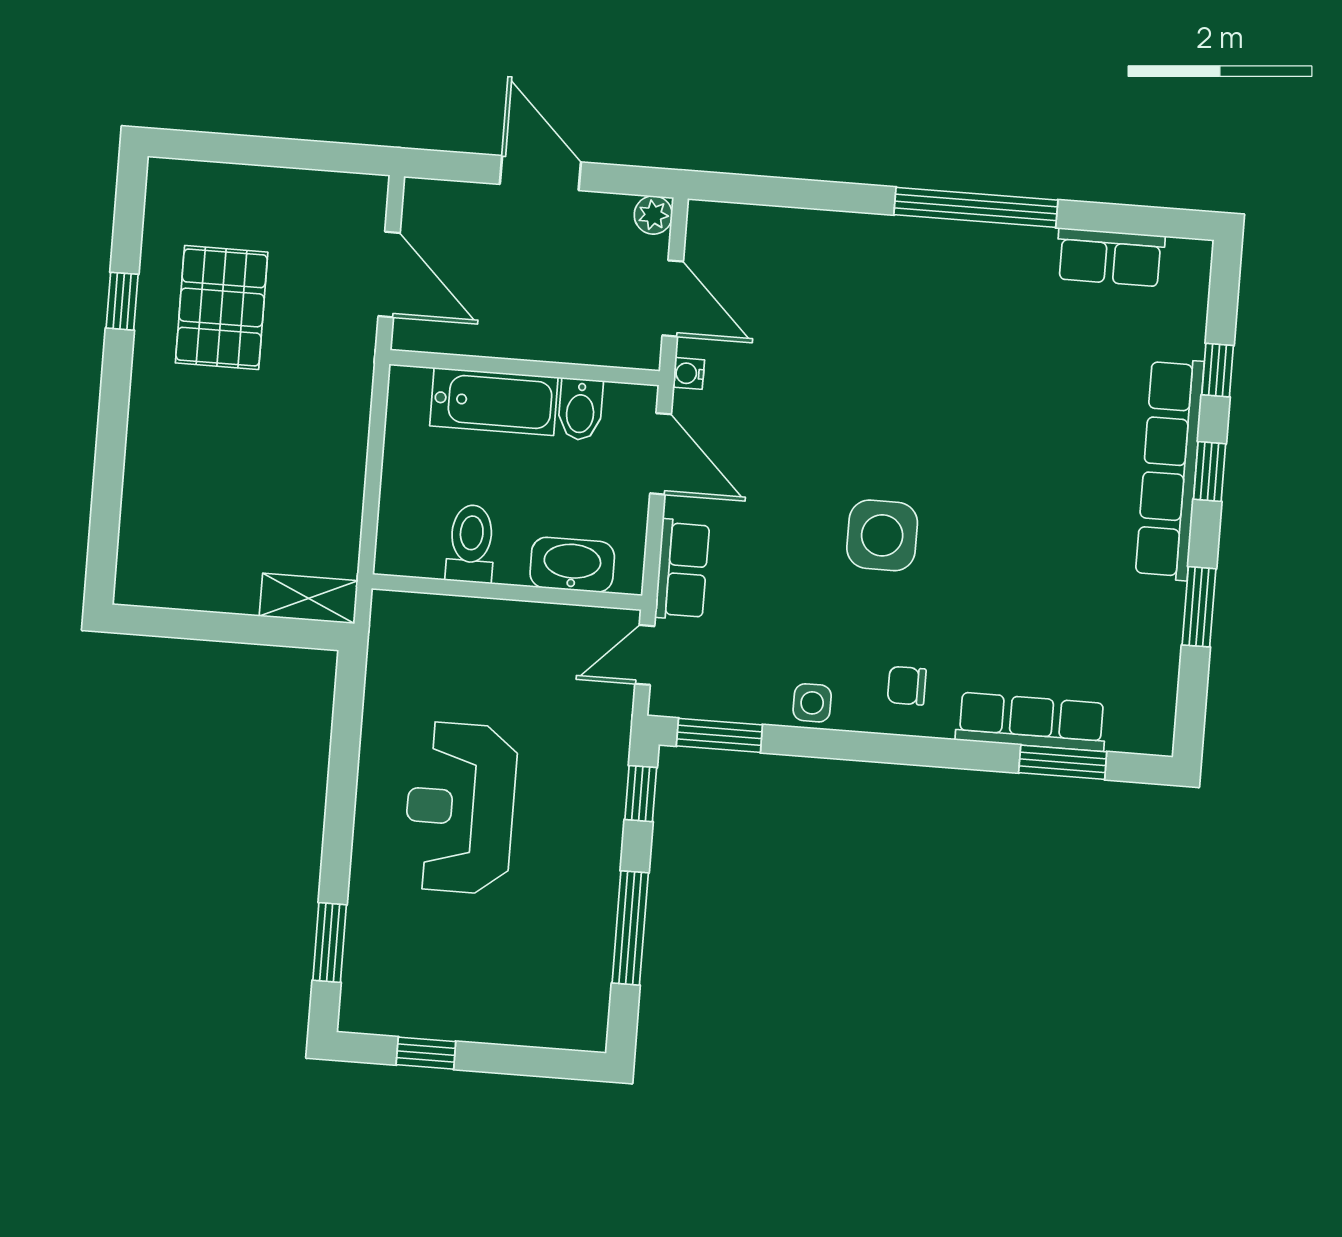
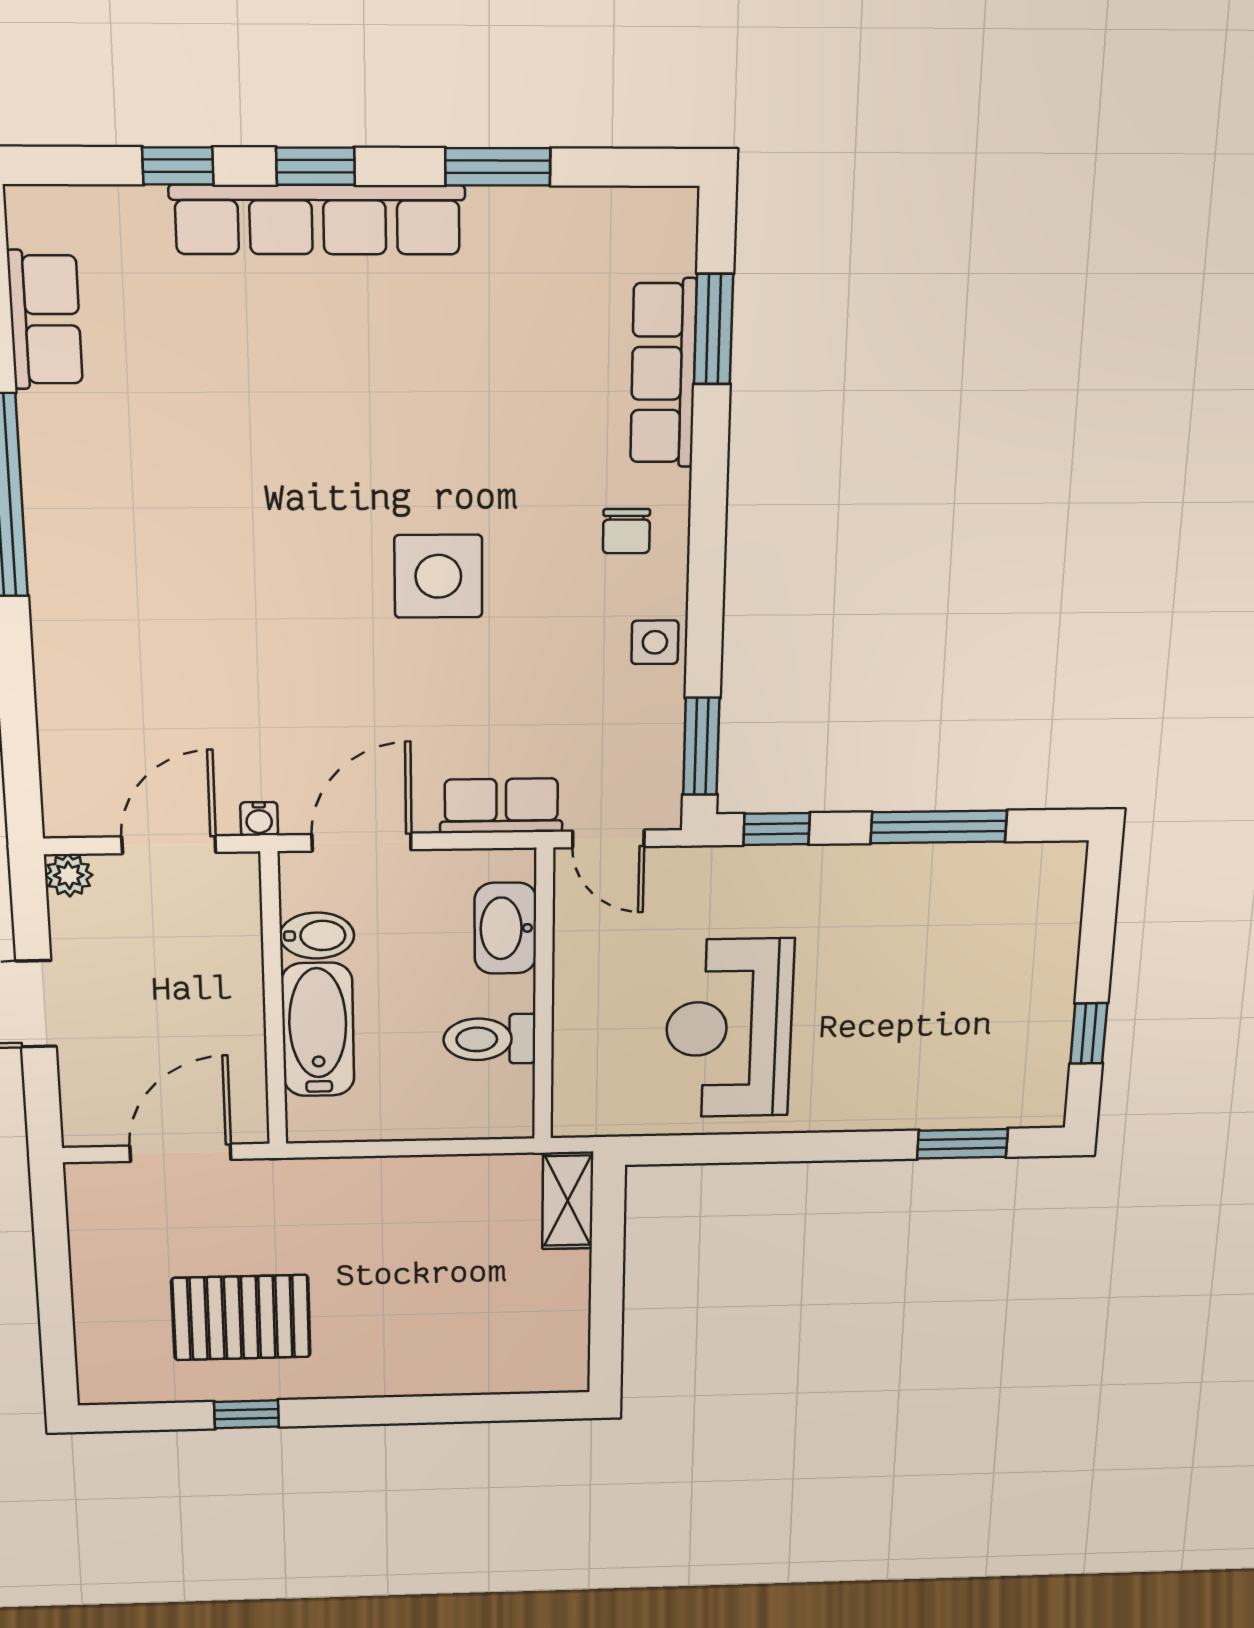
reception desk: (460, 808) -> (729, 1028), moved, turned 90

